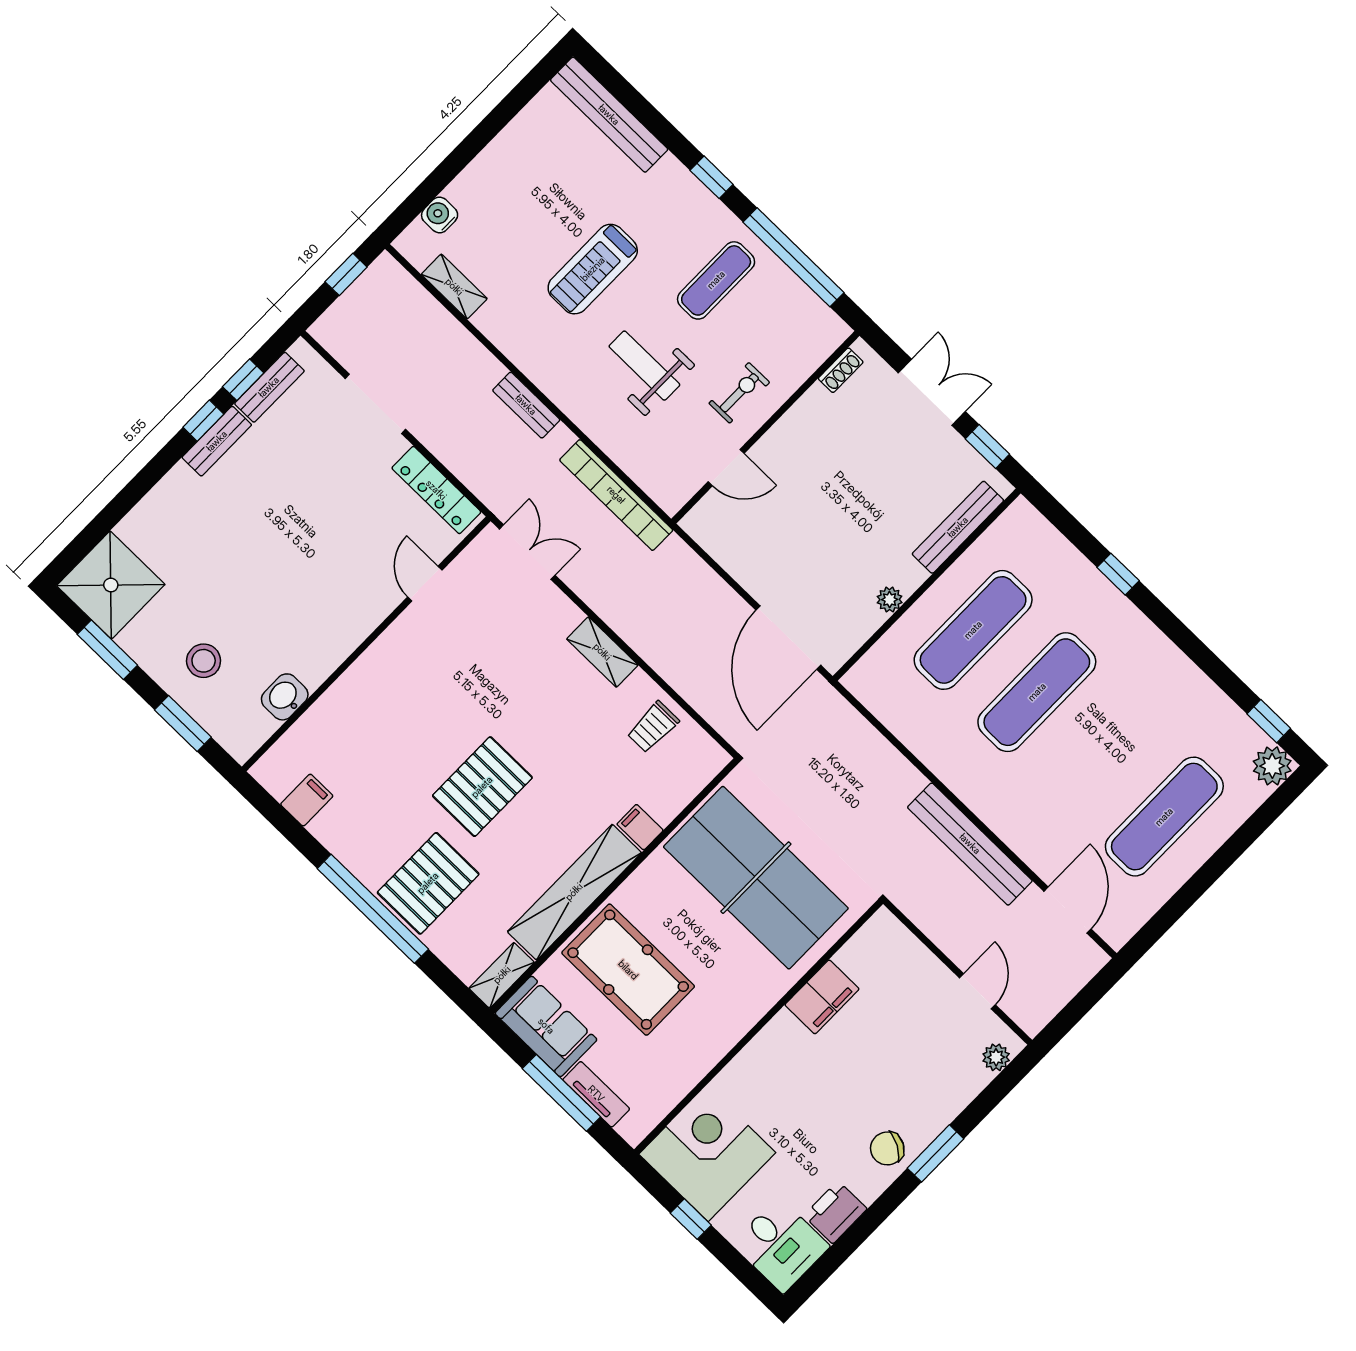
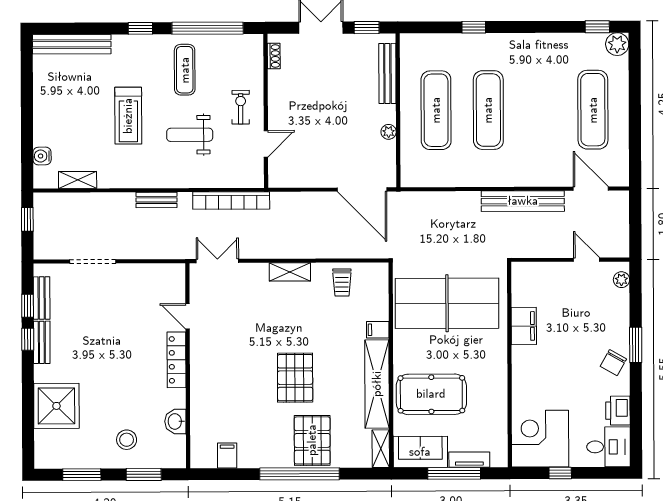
locker: (436, 490) -> (176, 360), moved, turned 90
shower: (111, 585) -> (56, 406), moved

